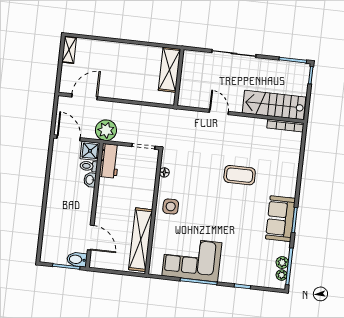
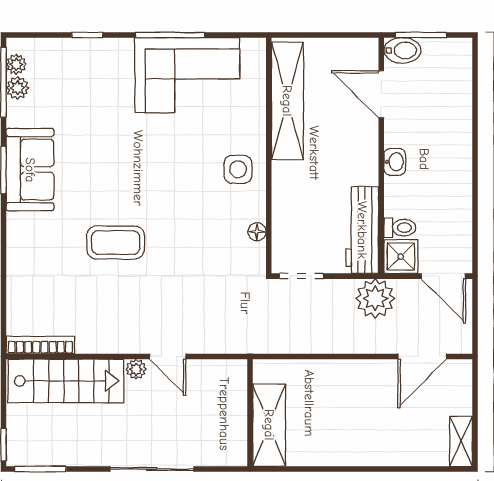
plant: (236, 107) -> (136, 369), added
workbench: (109, 161) -> (362, 230), width x1.37
washbasin: (90, 180) -> (395, 162), moved

